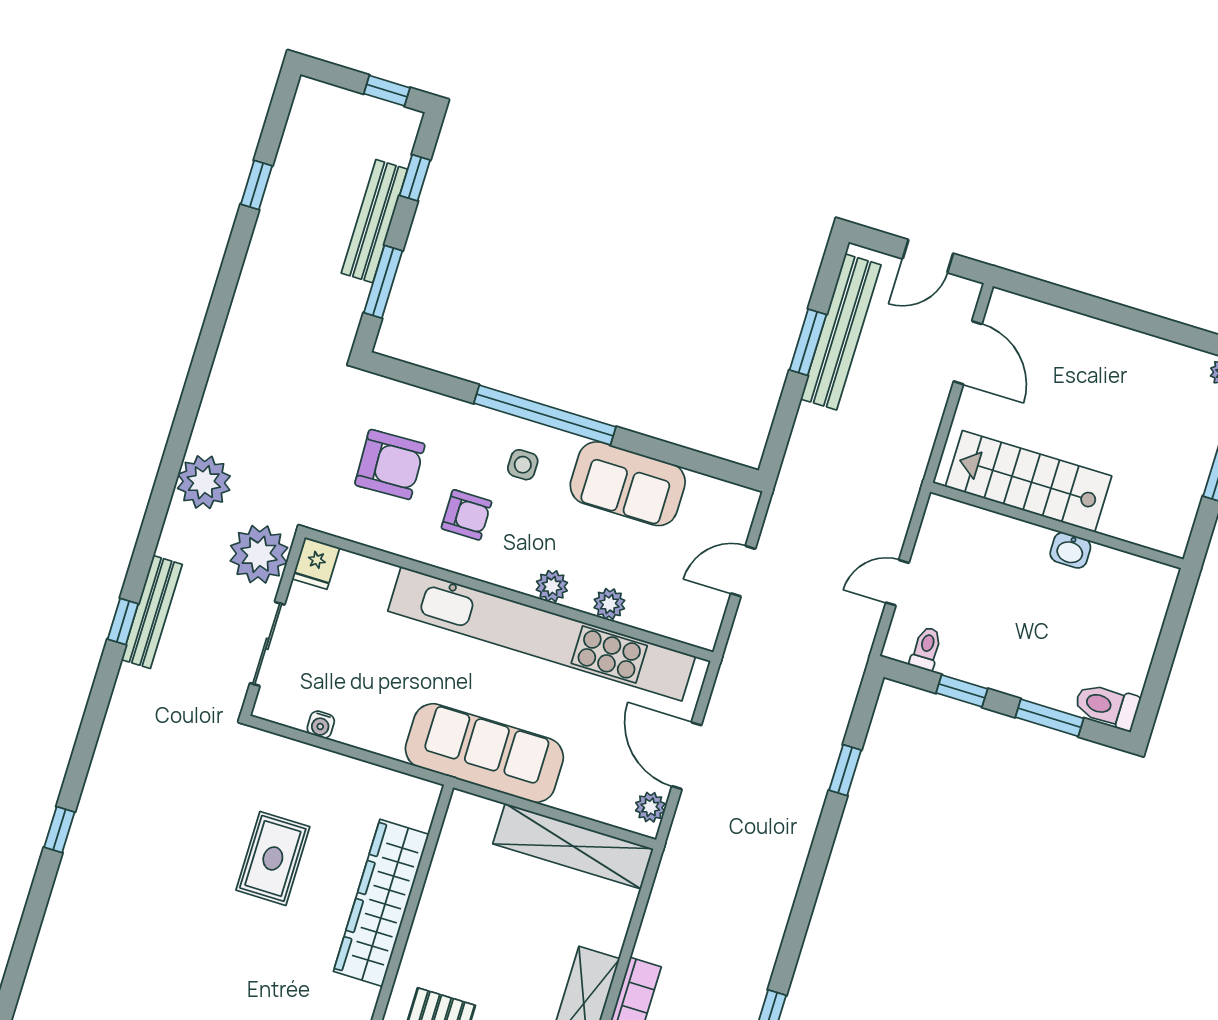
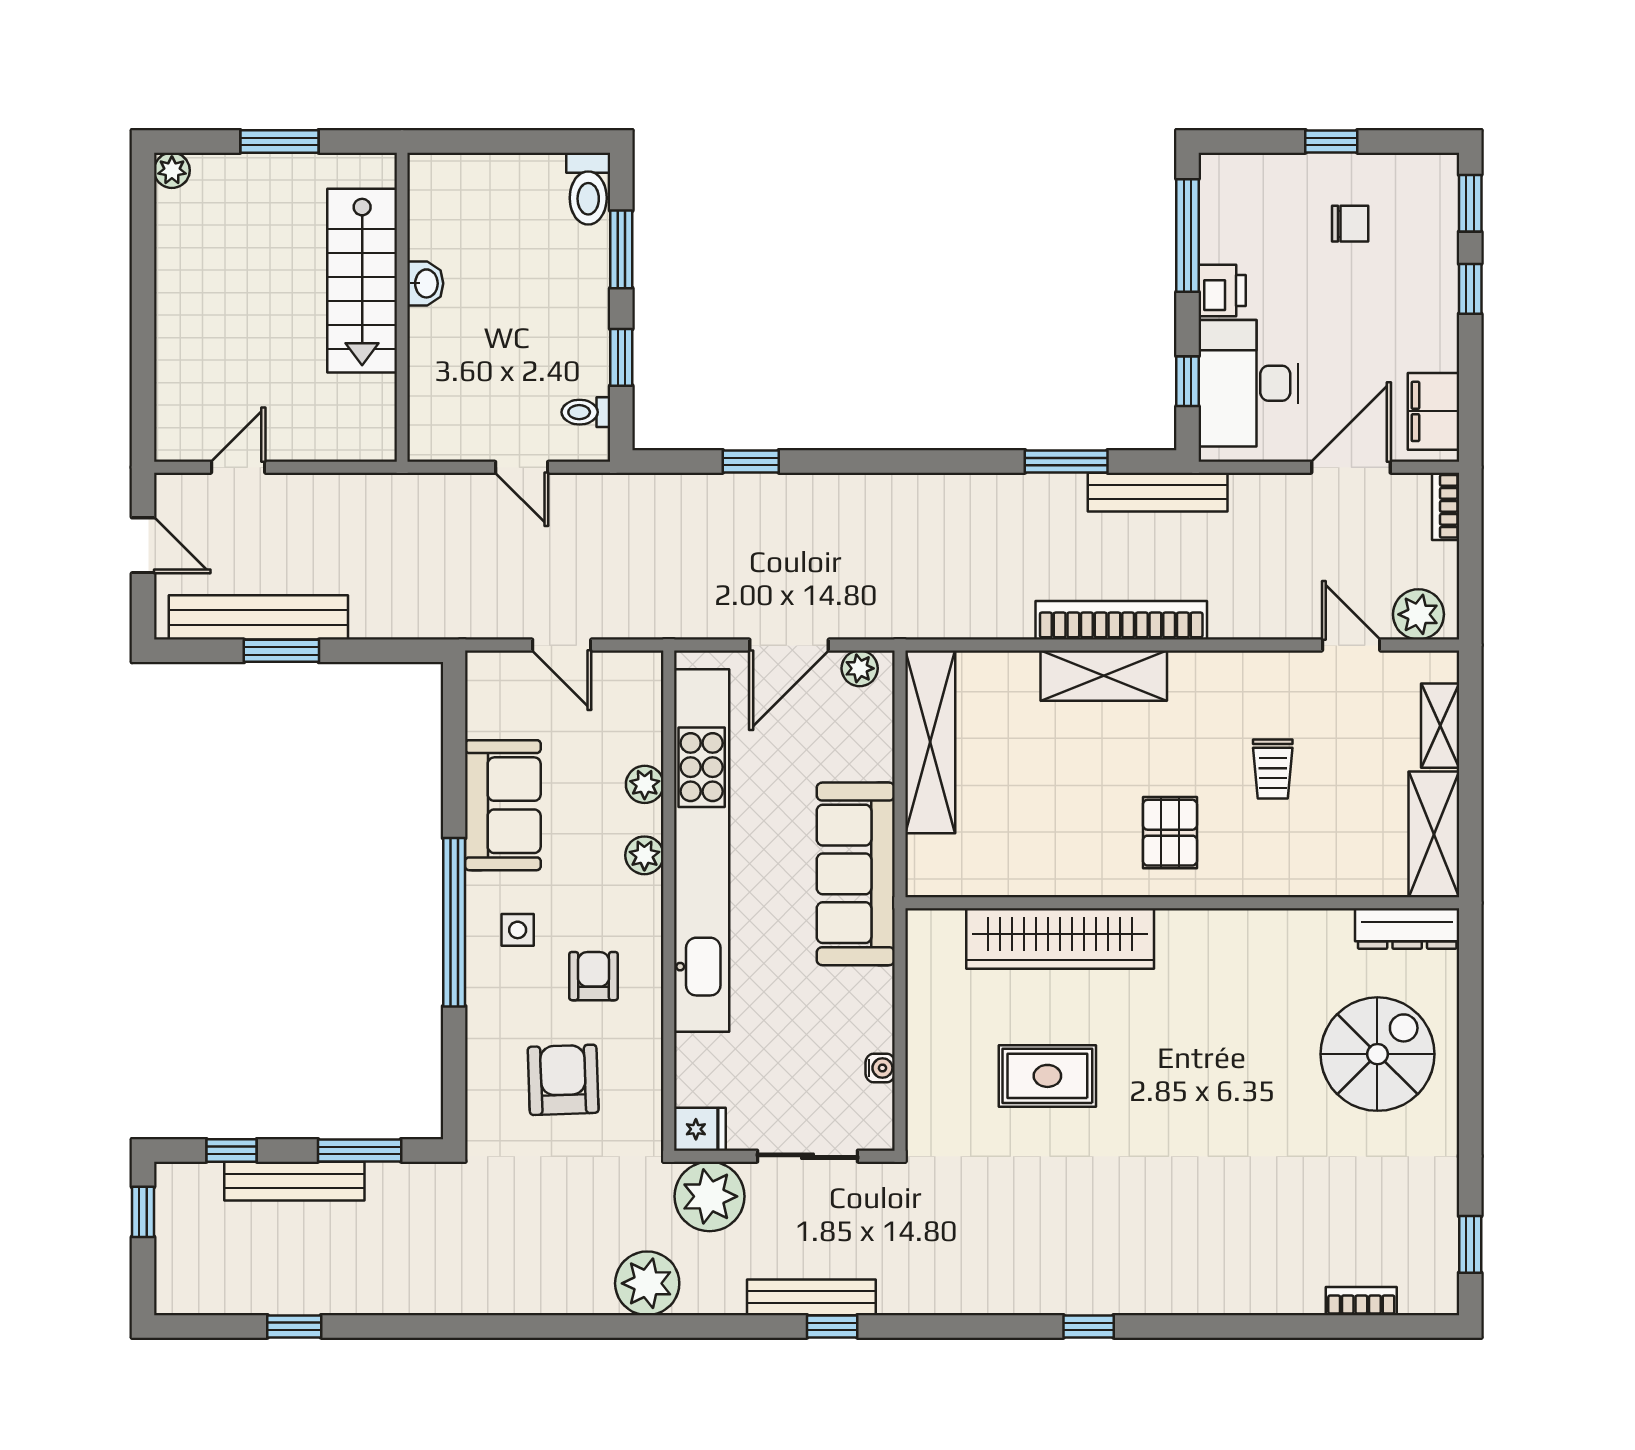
door: (968, 353) -> (238, 467), width x0.73
stairs: (1029, 481) -> (362, 281), moved

